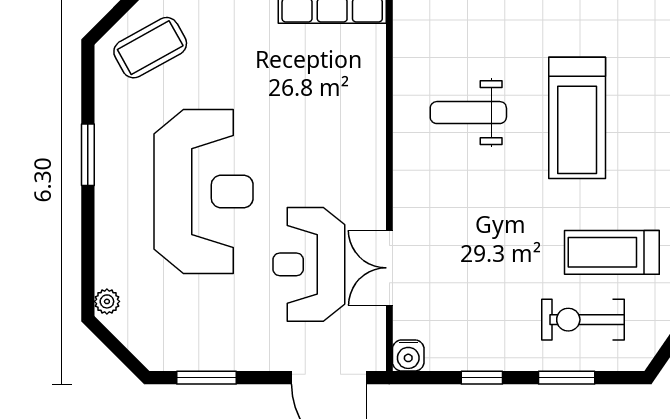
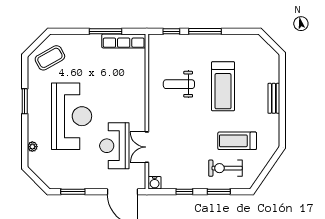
plant: (107, 301) -> (32, 147), moved

